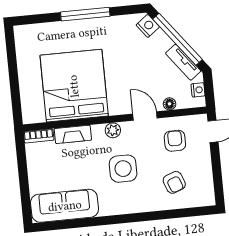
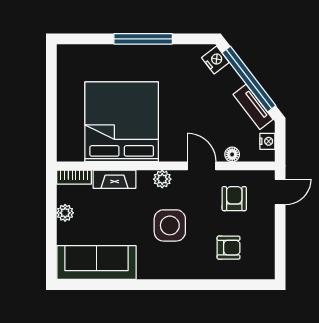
plant: (34, 167) -> (65, 213), added
armchair: (174, 182) -> (229, 248), turned -69

